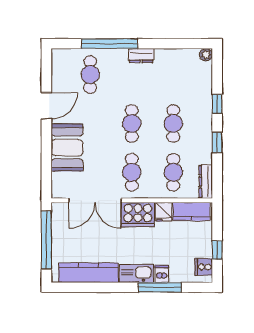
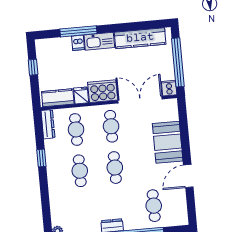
window: (217, 104) -> (44, 191), removed
cooker: (204, 267) -> (169, 88), moved, turned -90

